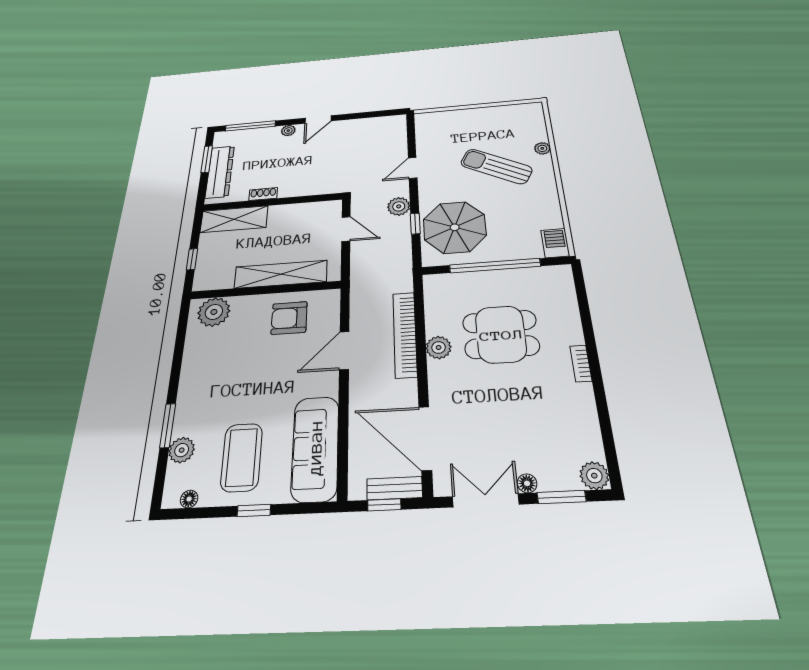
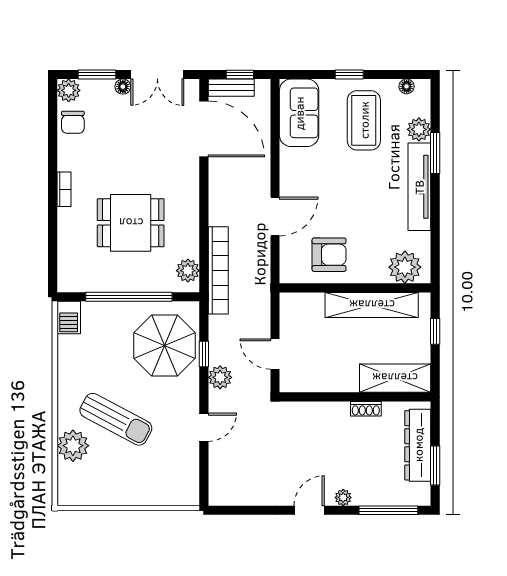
plant: (542, 148) -> (73, 446), width x1.88, depth x1.88
shelving: (281, 274) -> (372, 305), moved
bookcase: (405, 334) -> (218, 270), moved
plant: (439, 347) -> (188, 271), moved
tv unit: (189, 389) -> (419, 187), added
chair: (583, 438) -> (73, 122), added
sofa: (315, 448) -> (299, 113), width x0.73

